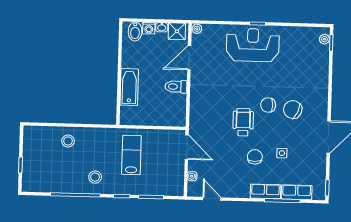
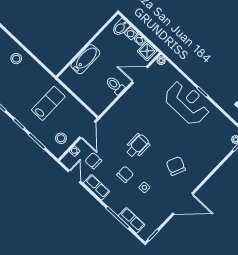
chair: (268, 105) -> (93, 161), moved
stool: (95, 177) -> (61, 138), moved
row of seats: (265, 191) -> (97, 187), moved

